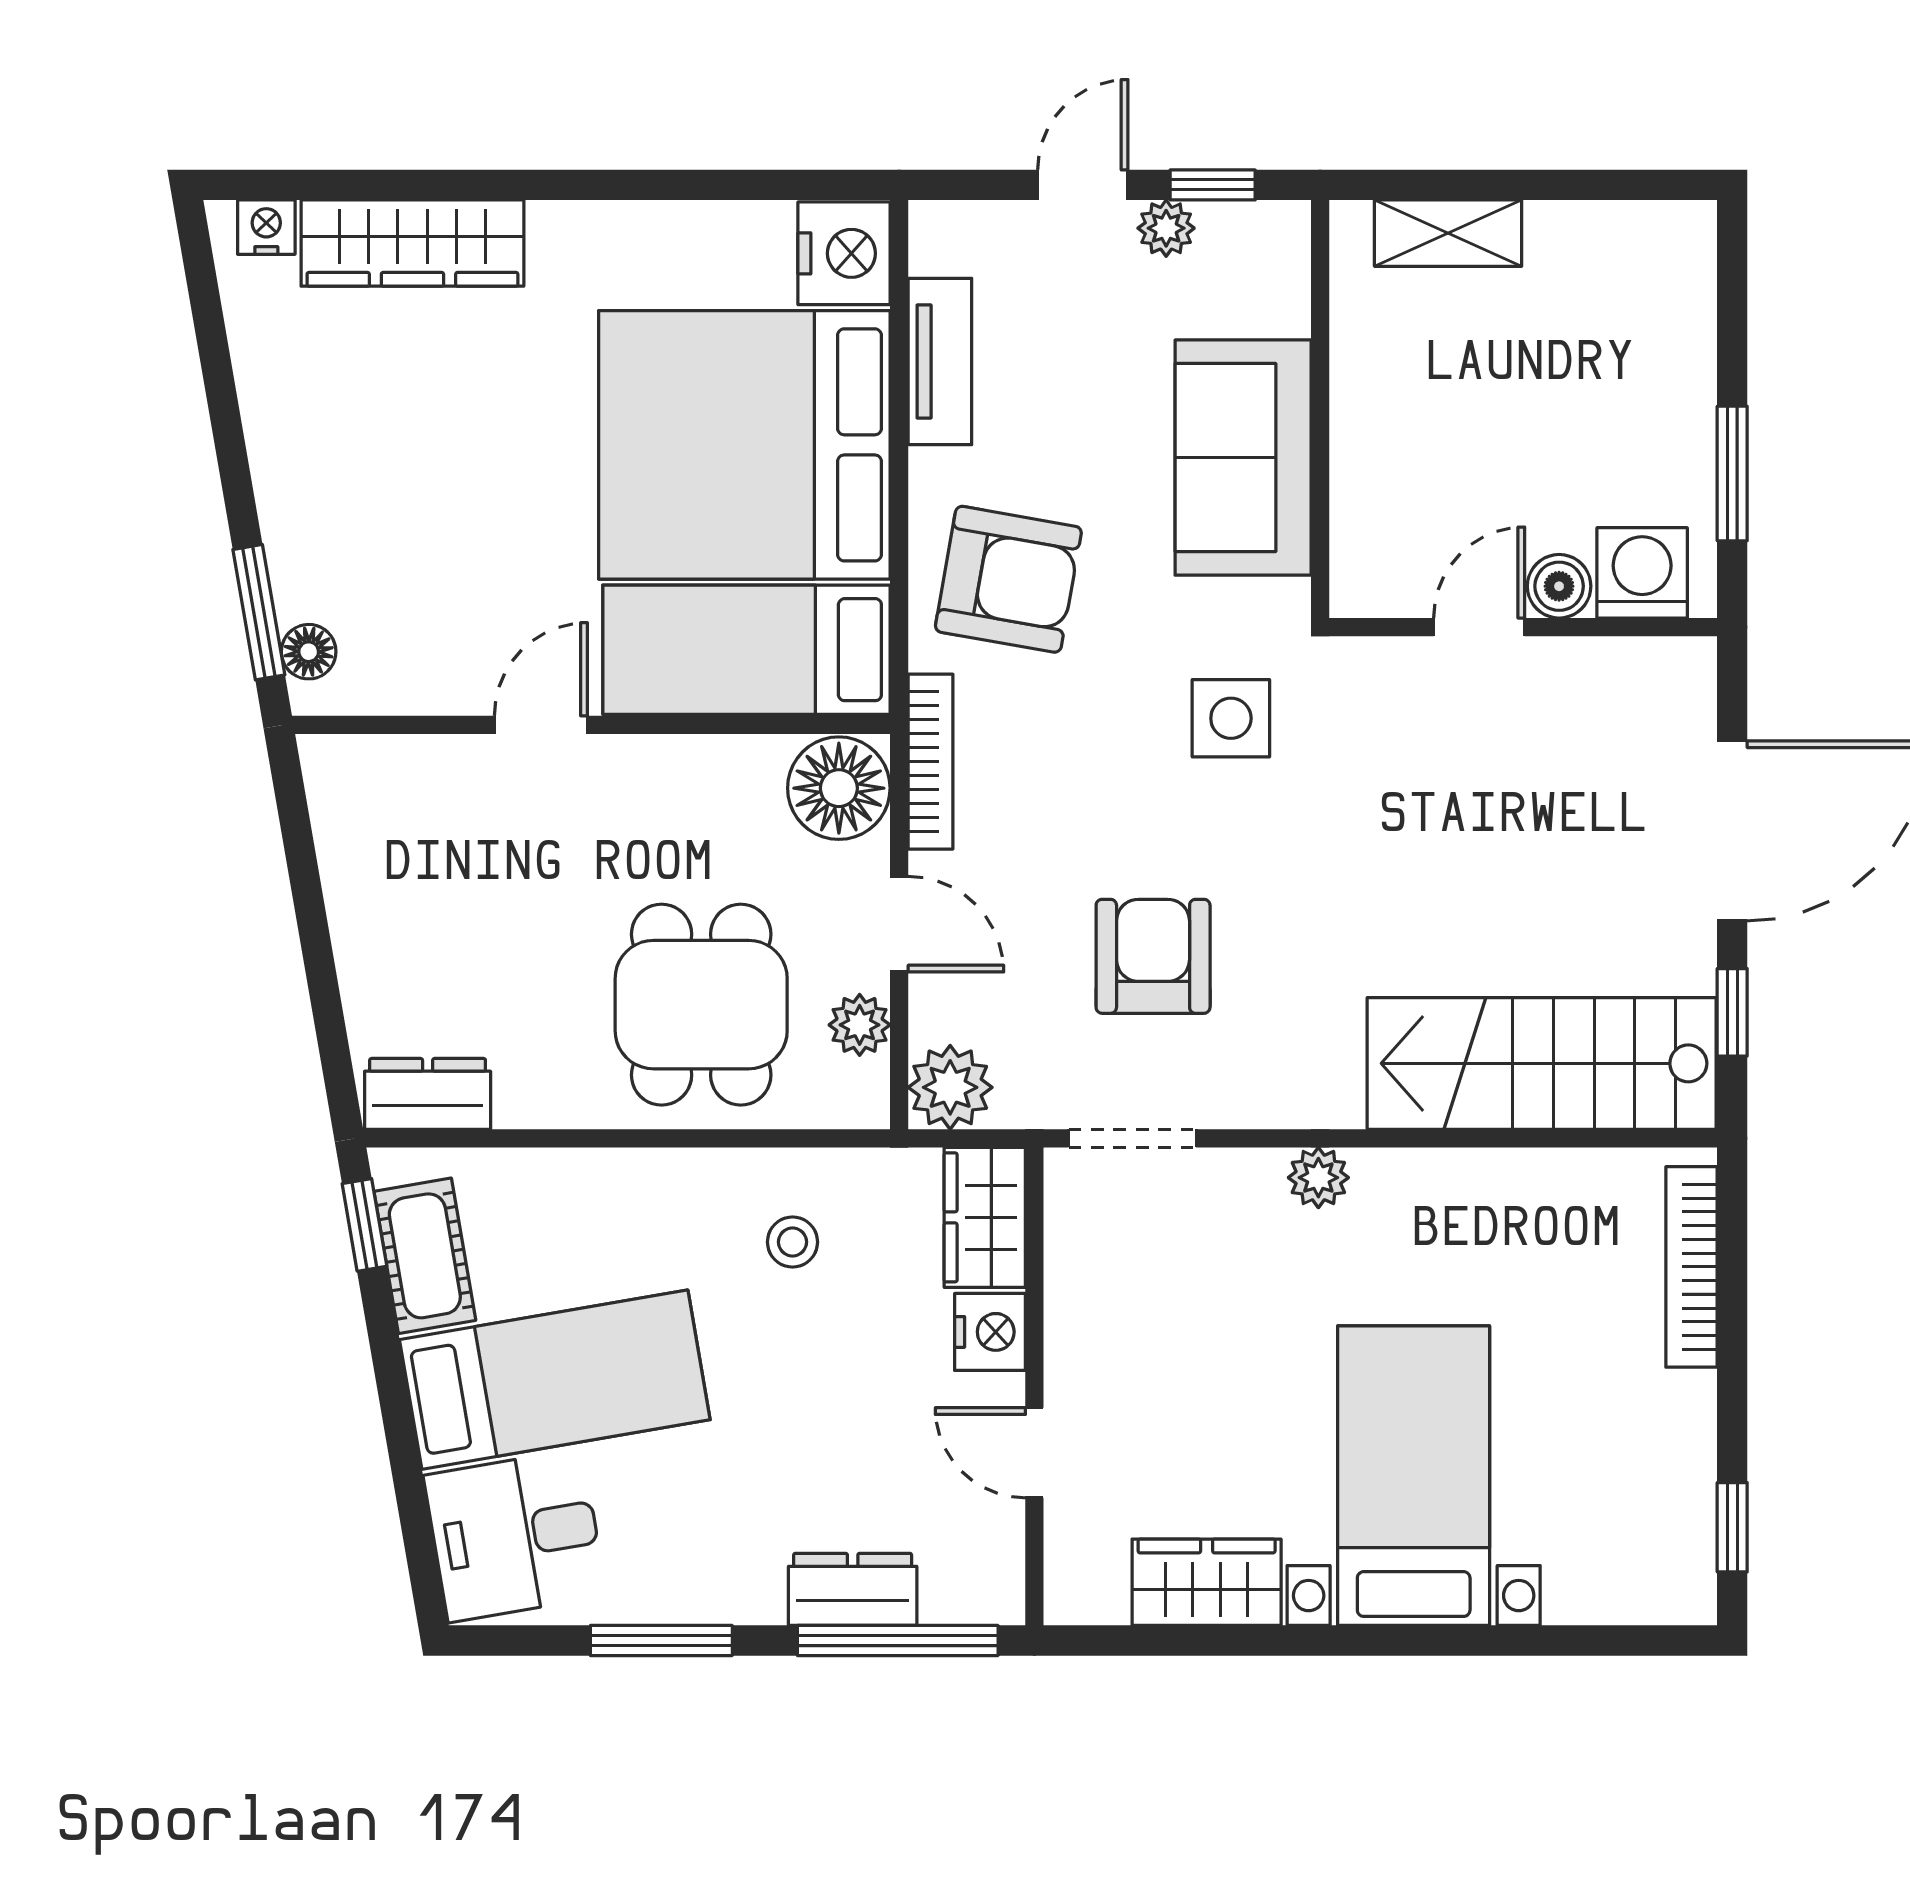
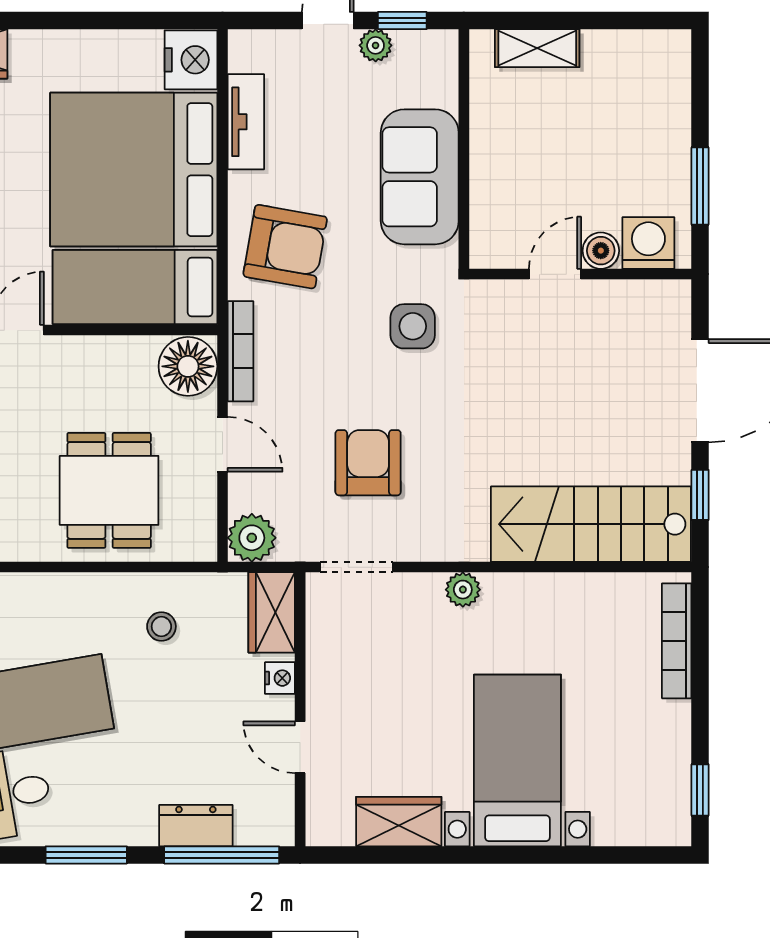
plant: (860, 1025) -> (200, 502), removed
nightstand: (990, 1332) -> (280, 678), width x0.72, depth x0.74

